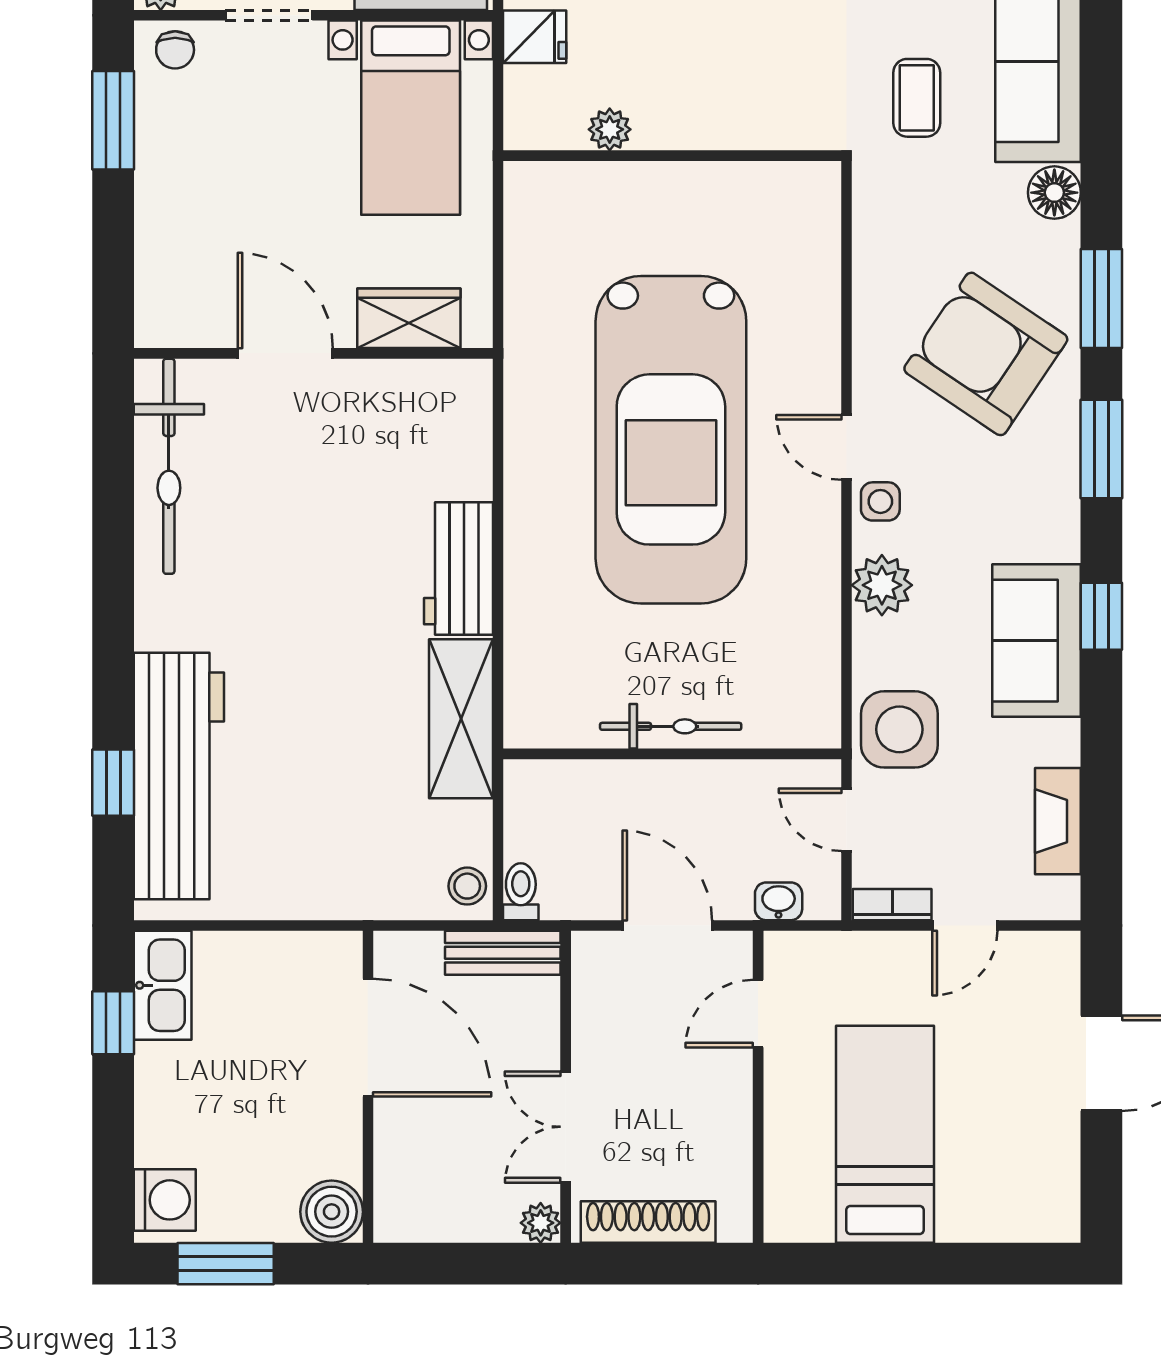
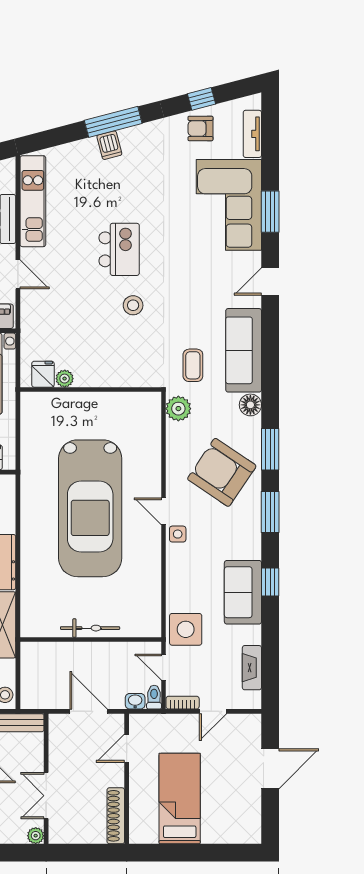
fridge: (535, 37) -> (43, 374), moved, turned -90
plant: (882, 585) -> (178, 409), moved
toilet: (521, 892) -> (154, 697), moved
shoe rack: (648, 1222) -> (116, 816), moved, turned -90

